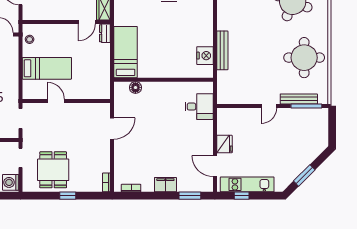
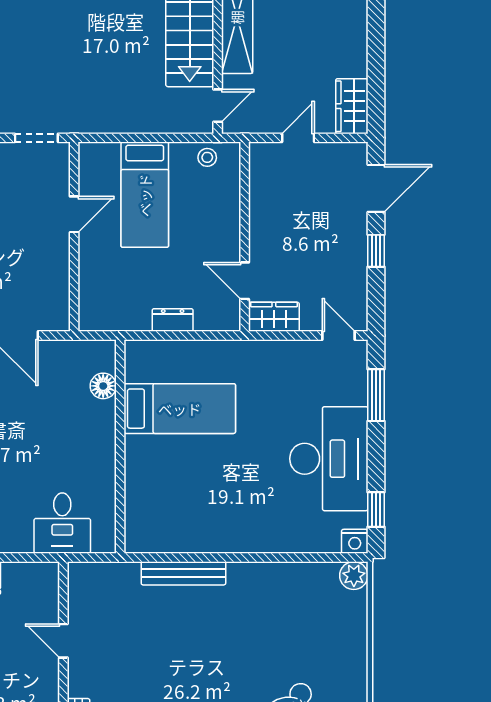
dresser: (105, 33) -> (173, 320), moved
bed: (126, 52) -> (180, 409), moved
nightstand: (205, 56) -> (172, 536), removed
door: (269, 106) -> (63, 641), moved

